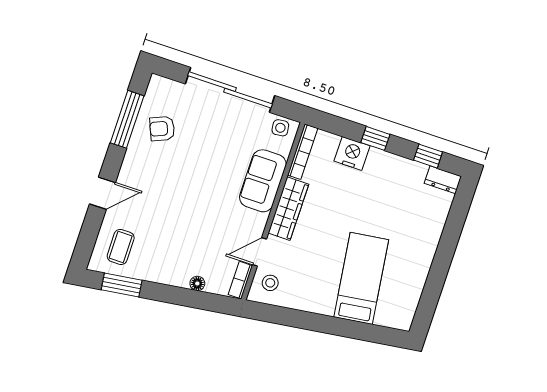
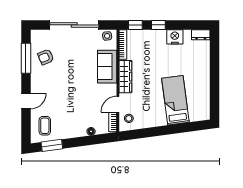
nightstand: (352, 153) -> (175, 37), moved
window: (428, 156) -> (135, 25), moved

